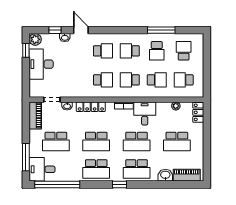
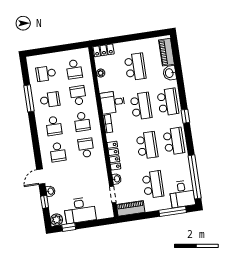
school desk: (103, 51) -> (58, 152), turned 180

